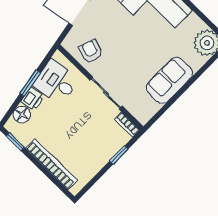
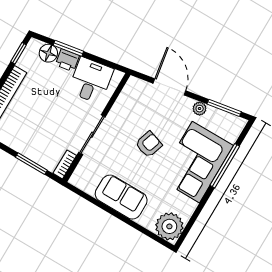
armchair: (91, 51) -> (149, 144), moved
window: (30, 83) -> (68, 48), moved
window: (119, 155) -> (31, 164), width x1.50

